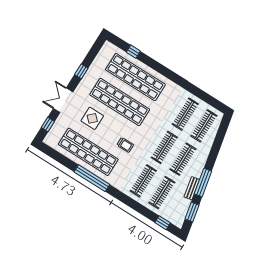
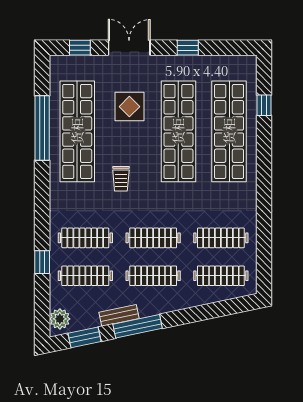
window: (92, 178) -> (42, 128), moved
plant: (175, 219) -> (60, 319), added
window: (163, 223) -> (42, 262), moved

